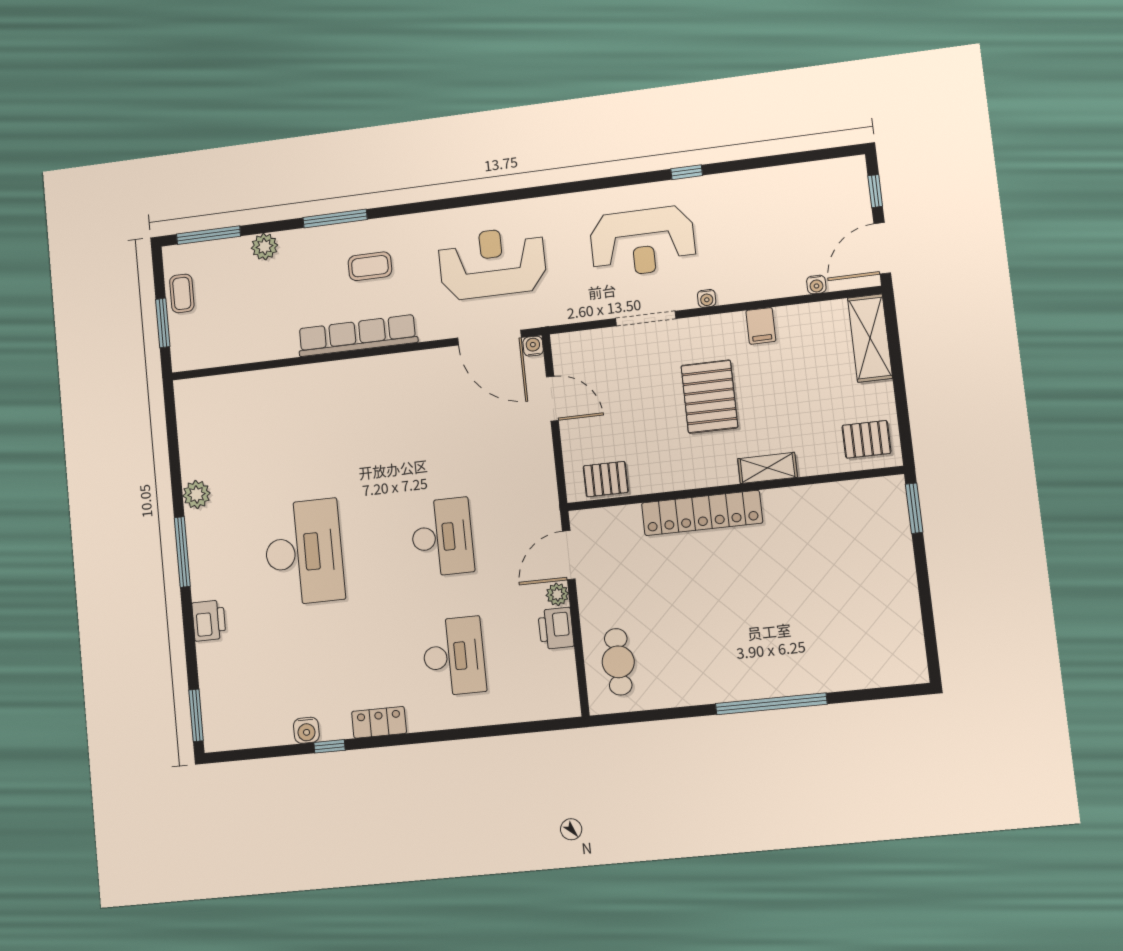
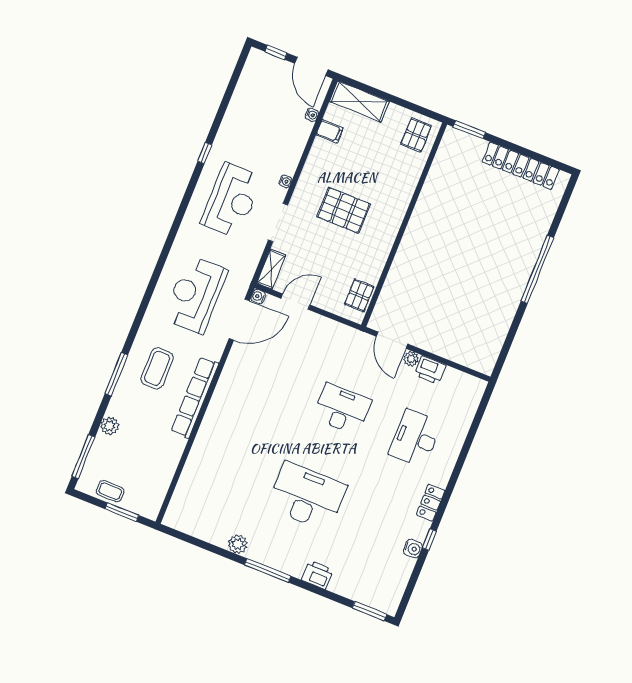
coffee table: (370, 266) -> (157, 368), width x1.36, depth x1.30
filing cabinet: (761, 326) -> (330, 131), moved
shelving: (767, 468) -> (271, 269), moved
locker: (702, 513) -> (521, 166), moved, turned 90
desk: (454, 656) -> (415, 438), turned -90
cafe table: (618, 662) -> (468, 344), removed

